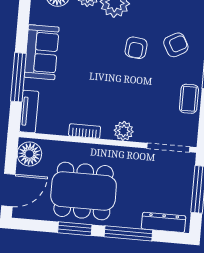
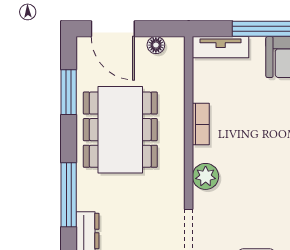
floor lamp: (29, 154) -> (156, 45), width x0.53, depth x0.53
window: (75, 229) -> (69, 92), moved

